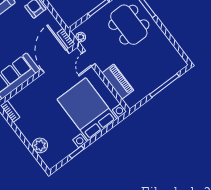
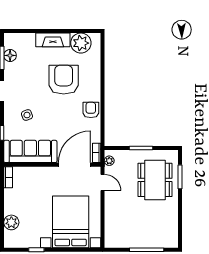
door: (88, 58) -> (102, 182), swing flipped
piano: (118, 82) -> (112, 219), removed

